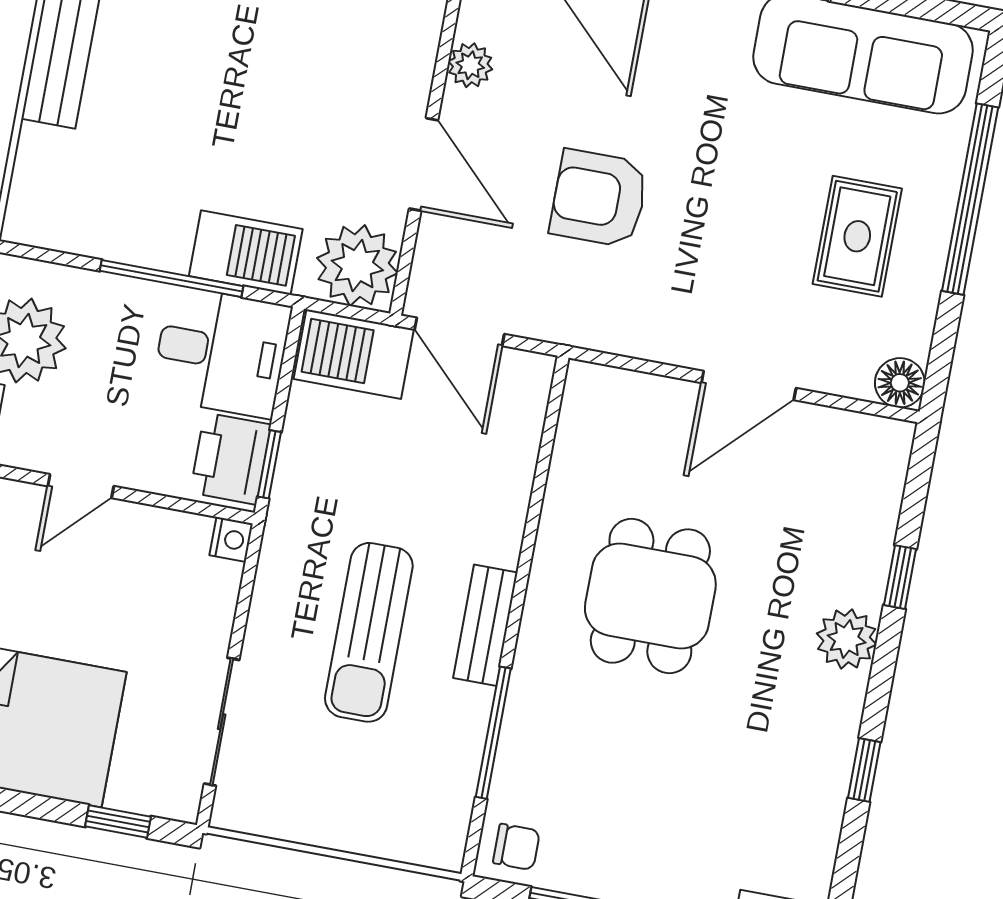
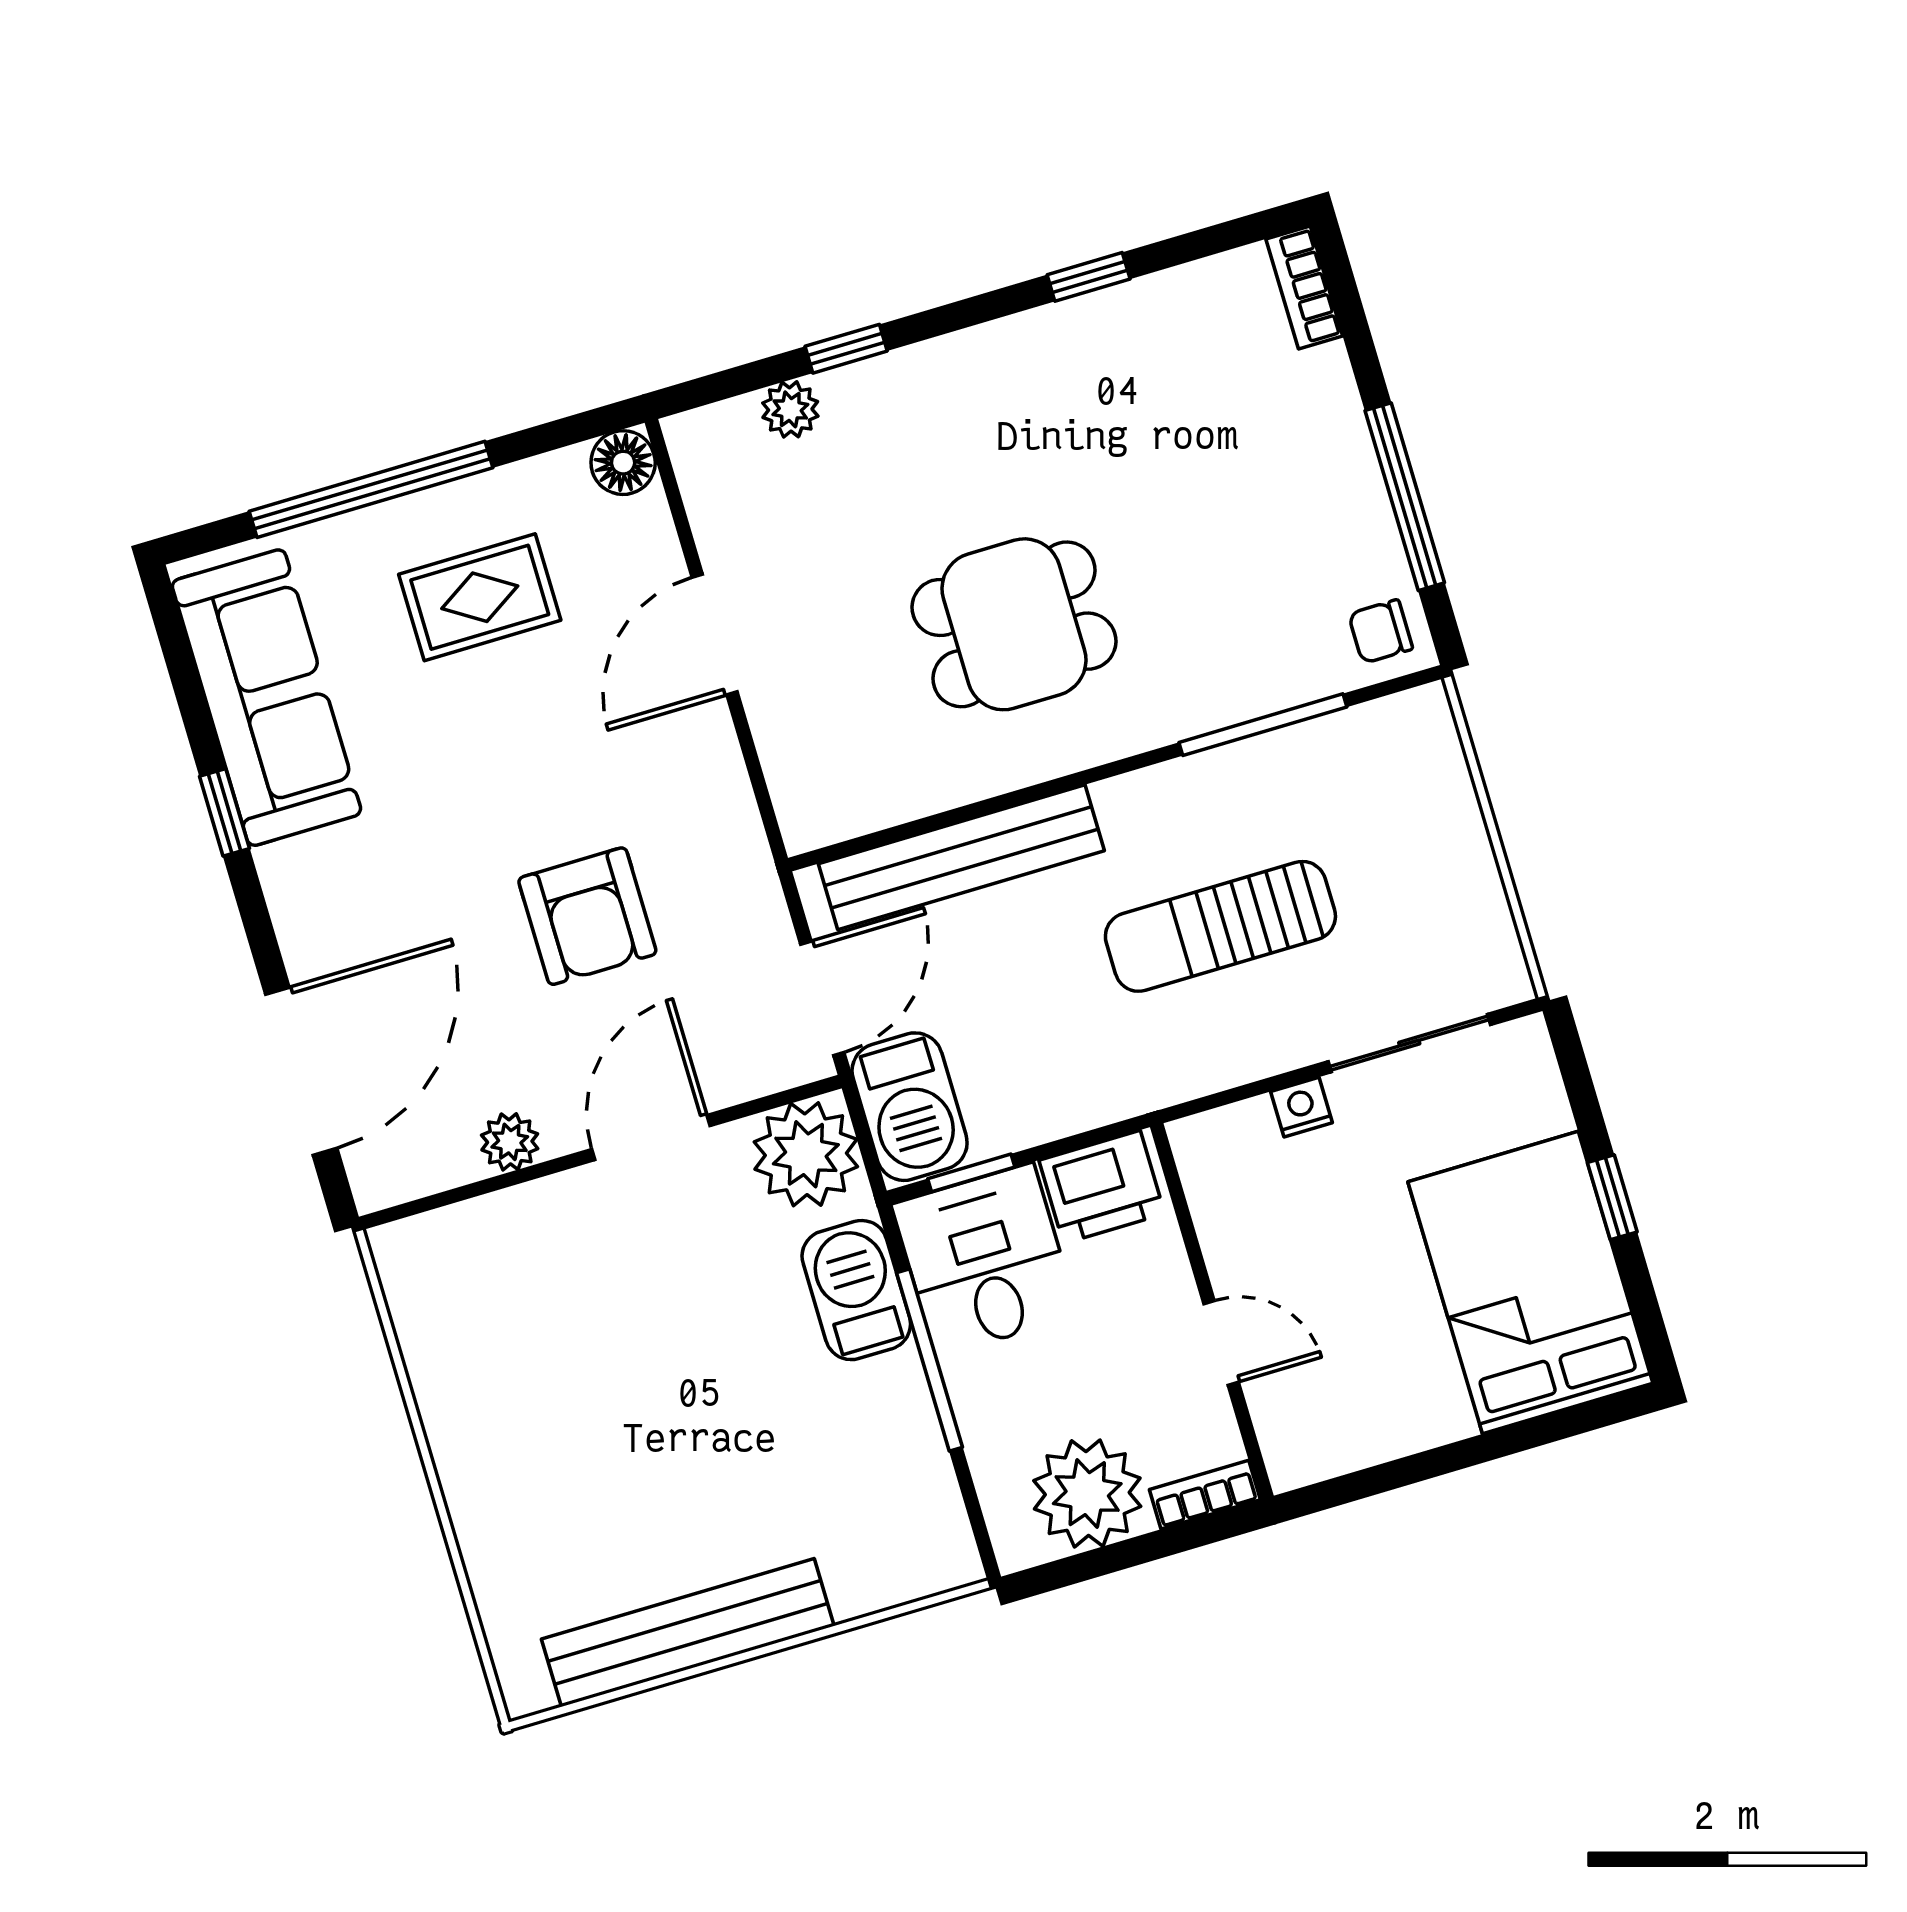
door: (749, 385) -> (715, 635), swing flipped
window: (269, 464) -> (971, 1173), moved
nightstand: (231, 539) -> (1302, 1107), moved
bench: (485, 625) -> (961, 857), moved, width x1.86, depth x1.21
sun lounger: (369, 632) -> (1220, 926), turned 180
plant: (847, 639) -> (790, 409), moved, width x0.73, depth x0.73
window: (118, 822) -> (1612, 1197), moved
chair: (516, 847) -> (1381, 631), turned -90

